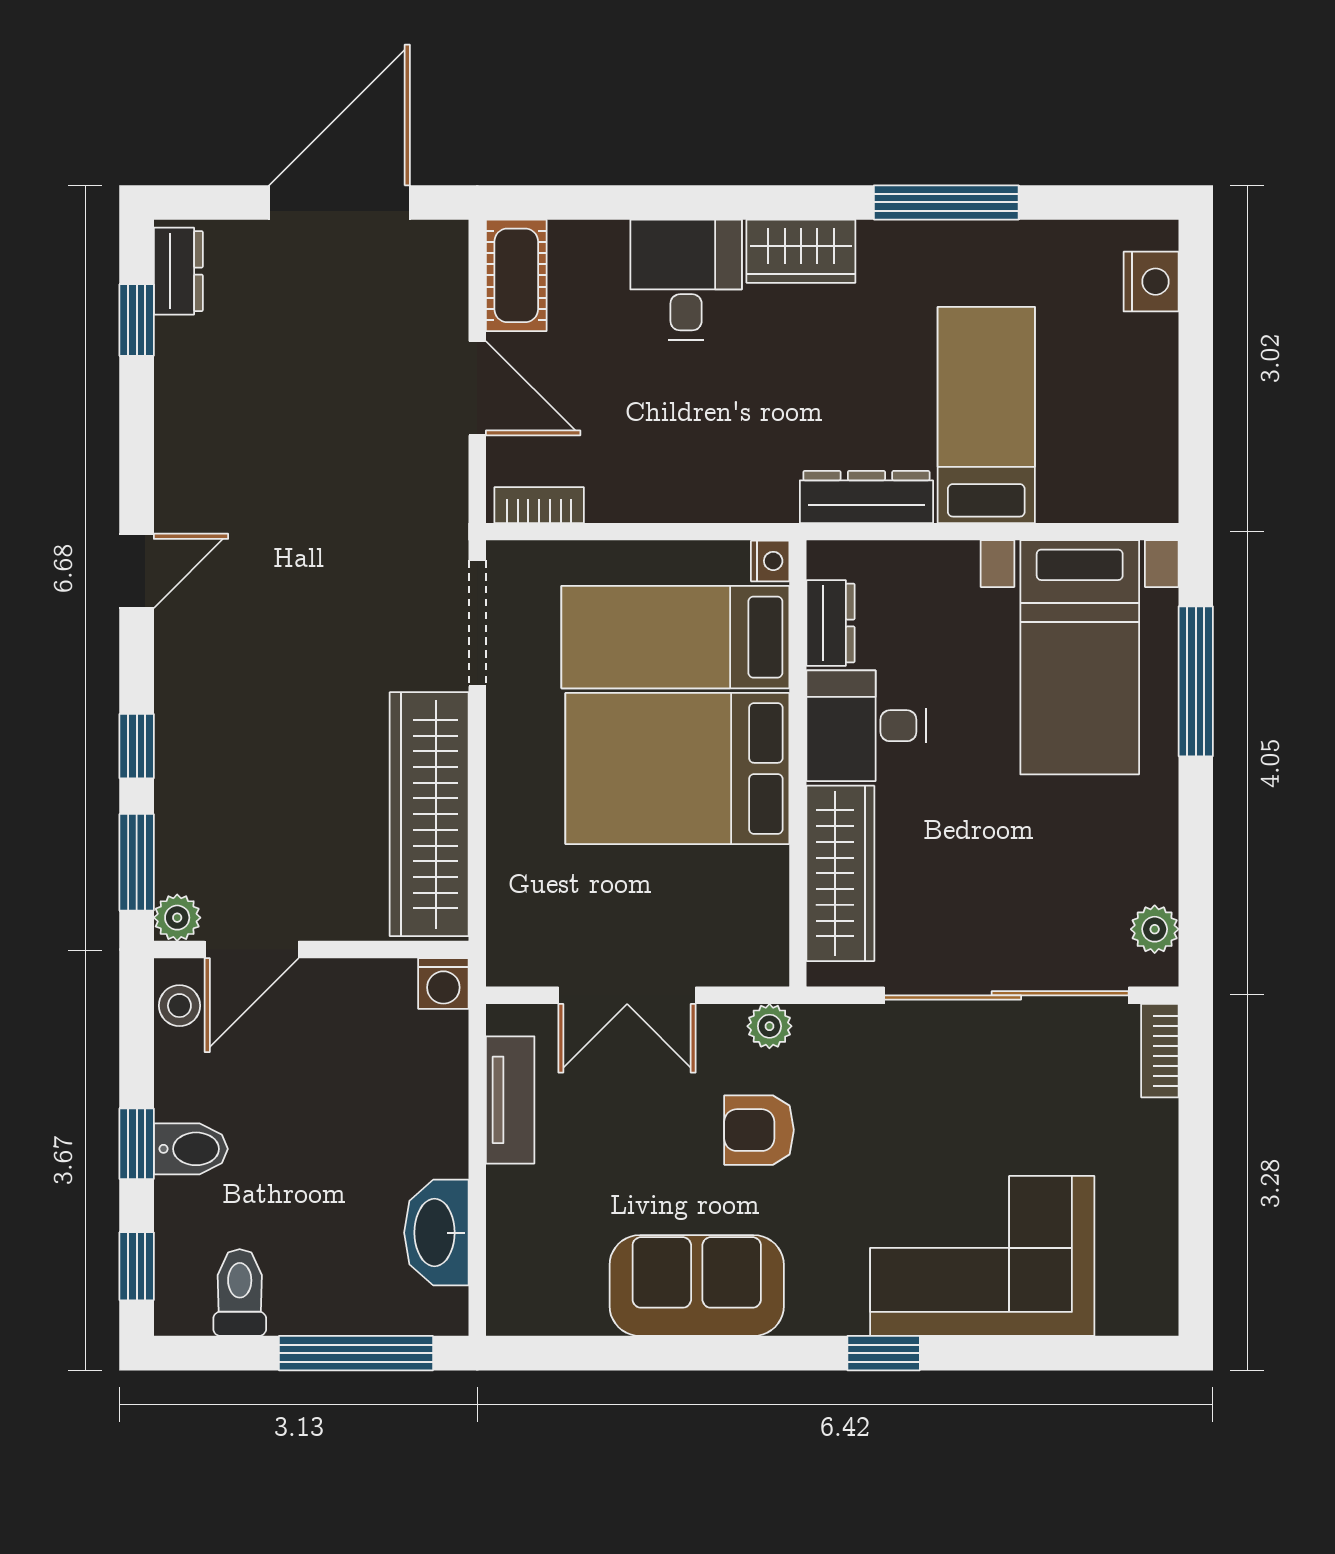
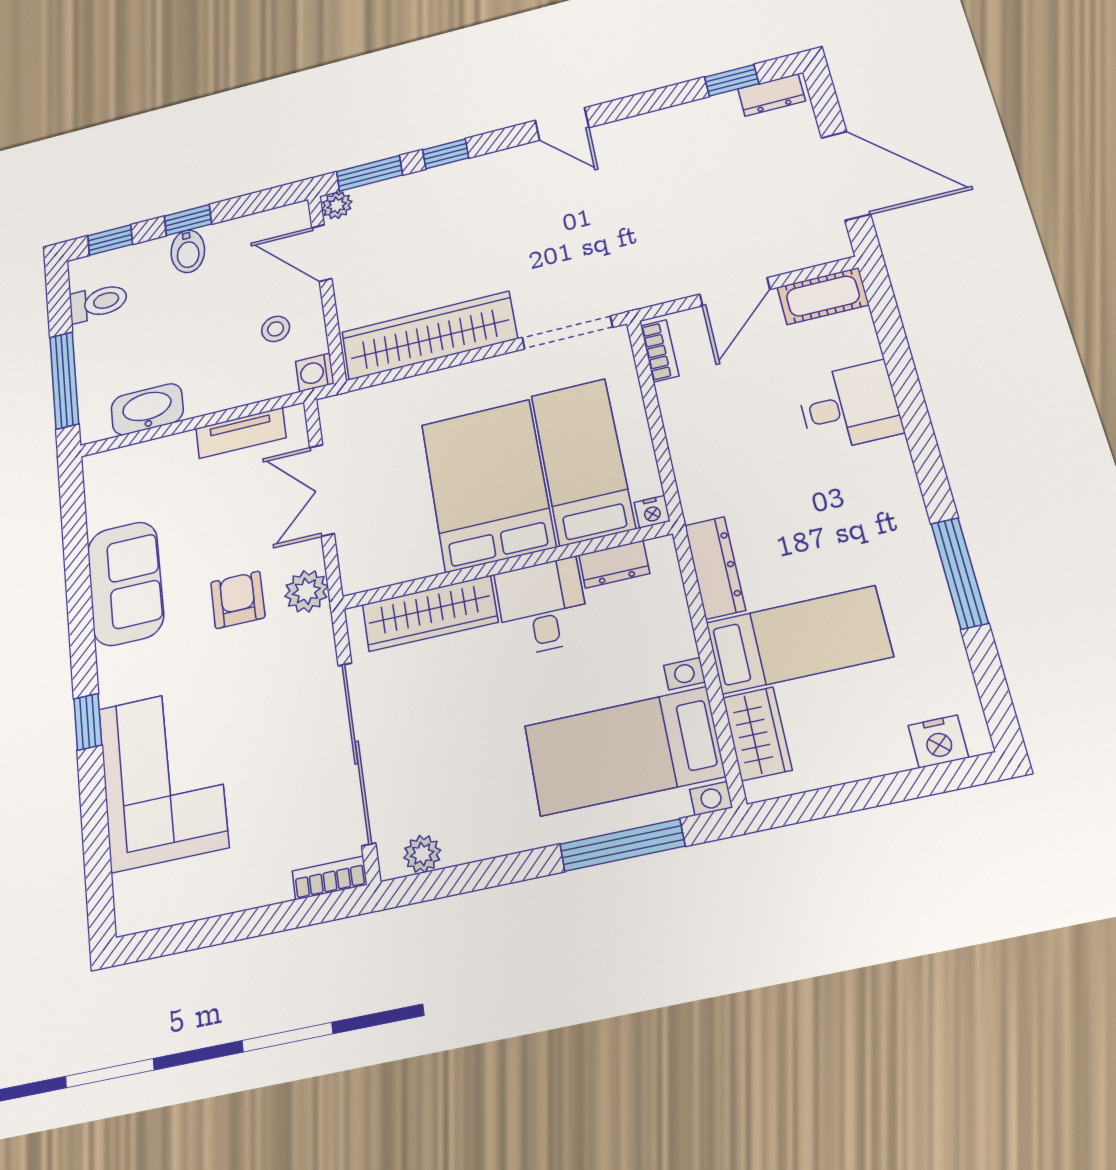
wardrobe: (801, 251) -> (757, 734), moved, turned 180
stool: (179, 1006) -> (276, 329), moved
plant: (769, 1026) -> (306, 591), width x1.38, depth x1.38

